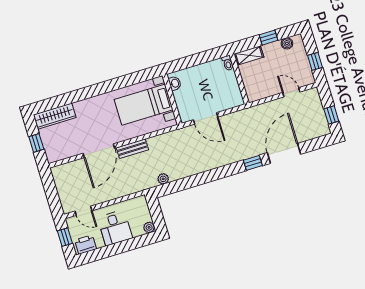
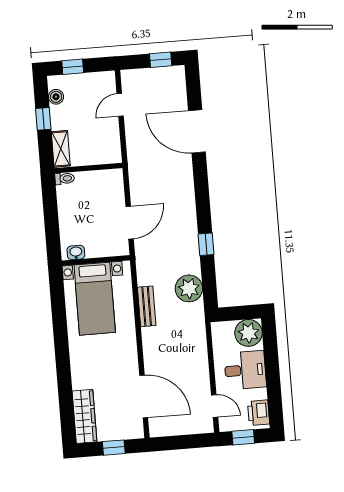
window: (315, 61) -> (73, 67), moved
bench: (132, 149) -> (147, 306), moved
door: (99, 151) -> (144, 396), moved
window: (253, 163) -> (206, 244), moved
plant: (163, 179) -> (189, 288), width x1.87, depth x1.87
door: (83, 211) -> (215, 406), hinge flipped
plant: (149, 227) -> (249, 333), width x1.87, depth x1.87

